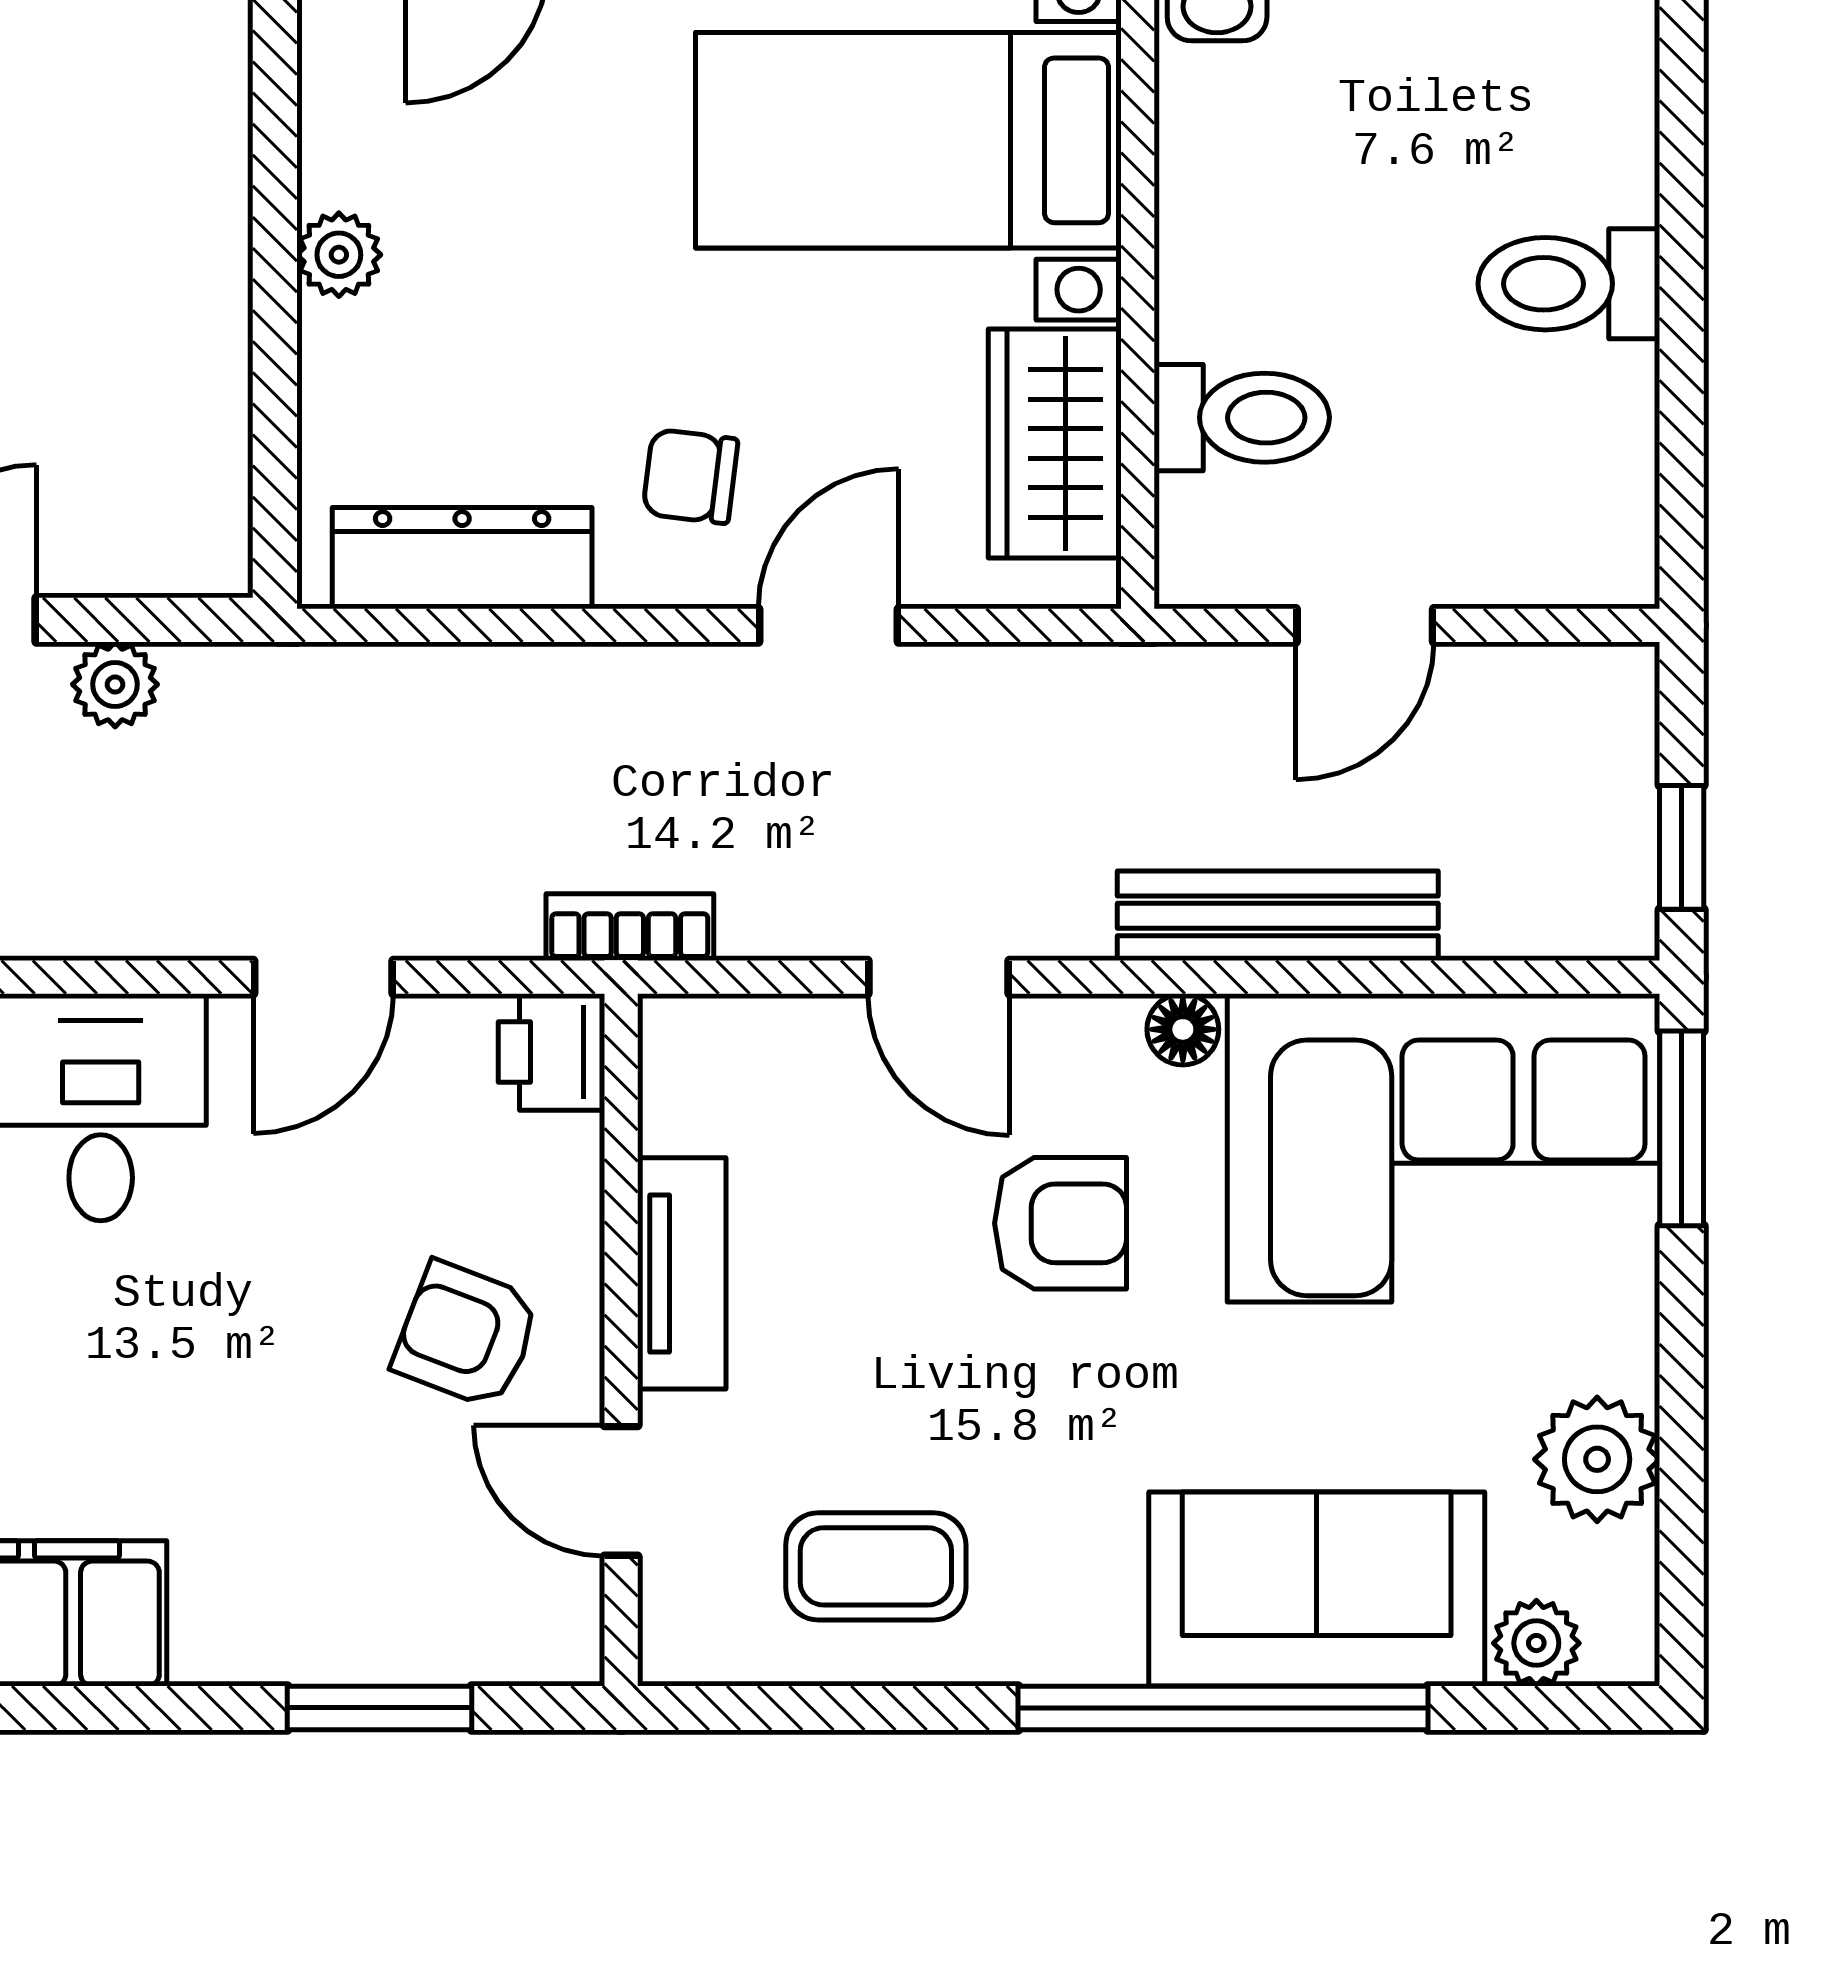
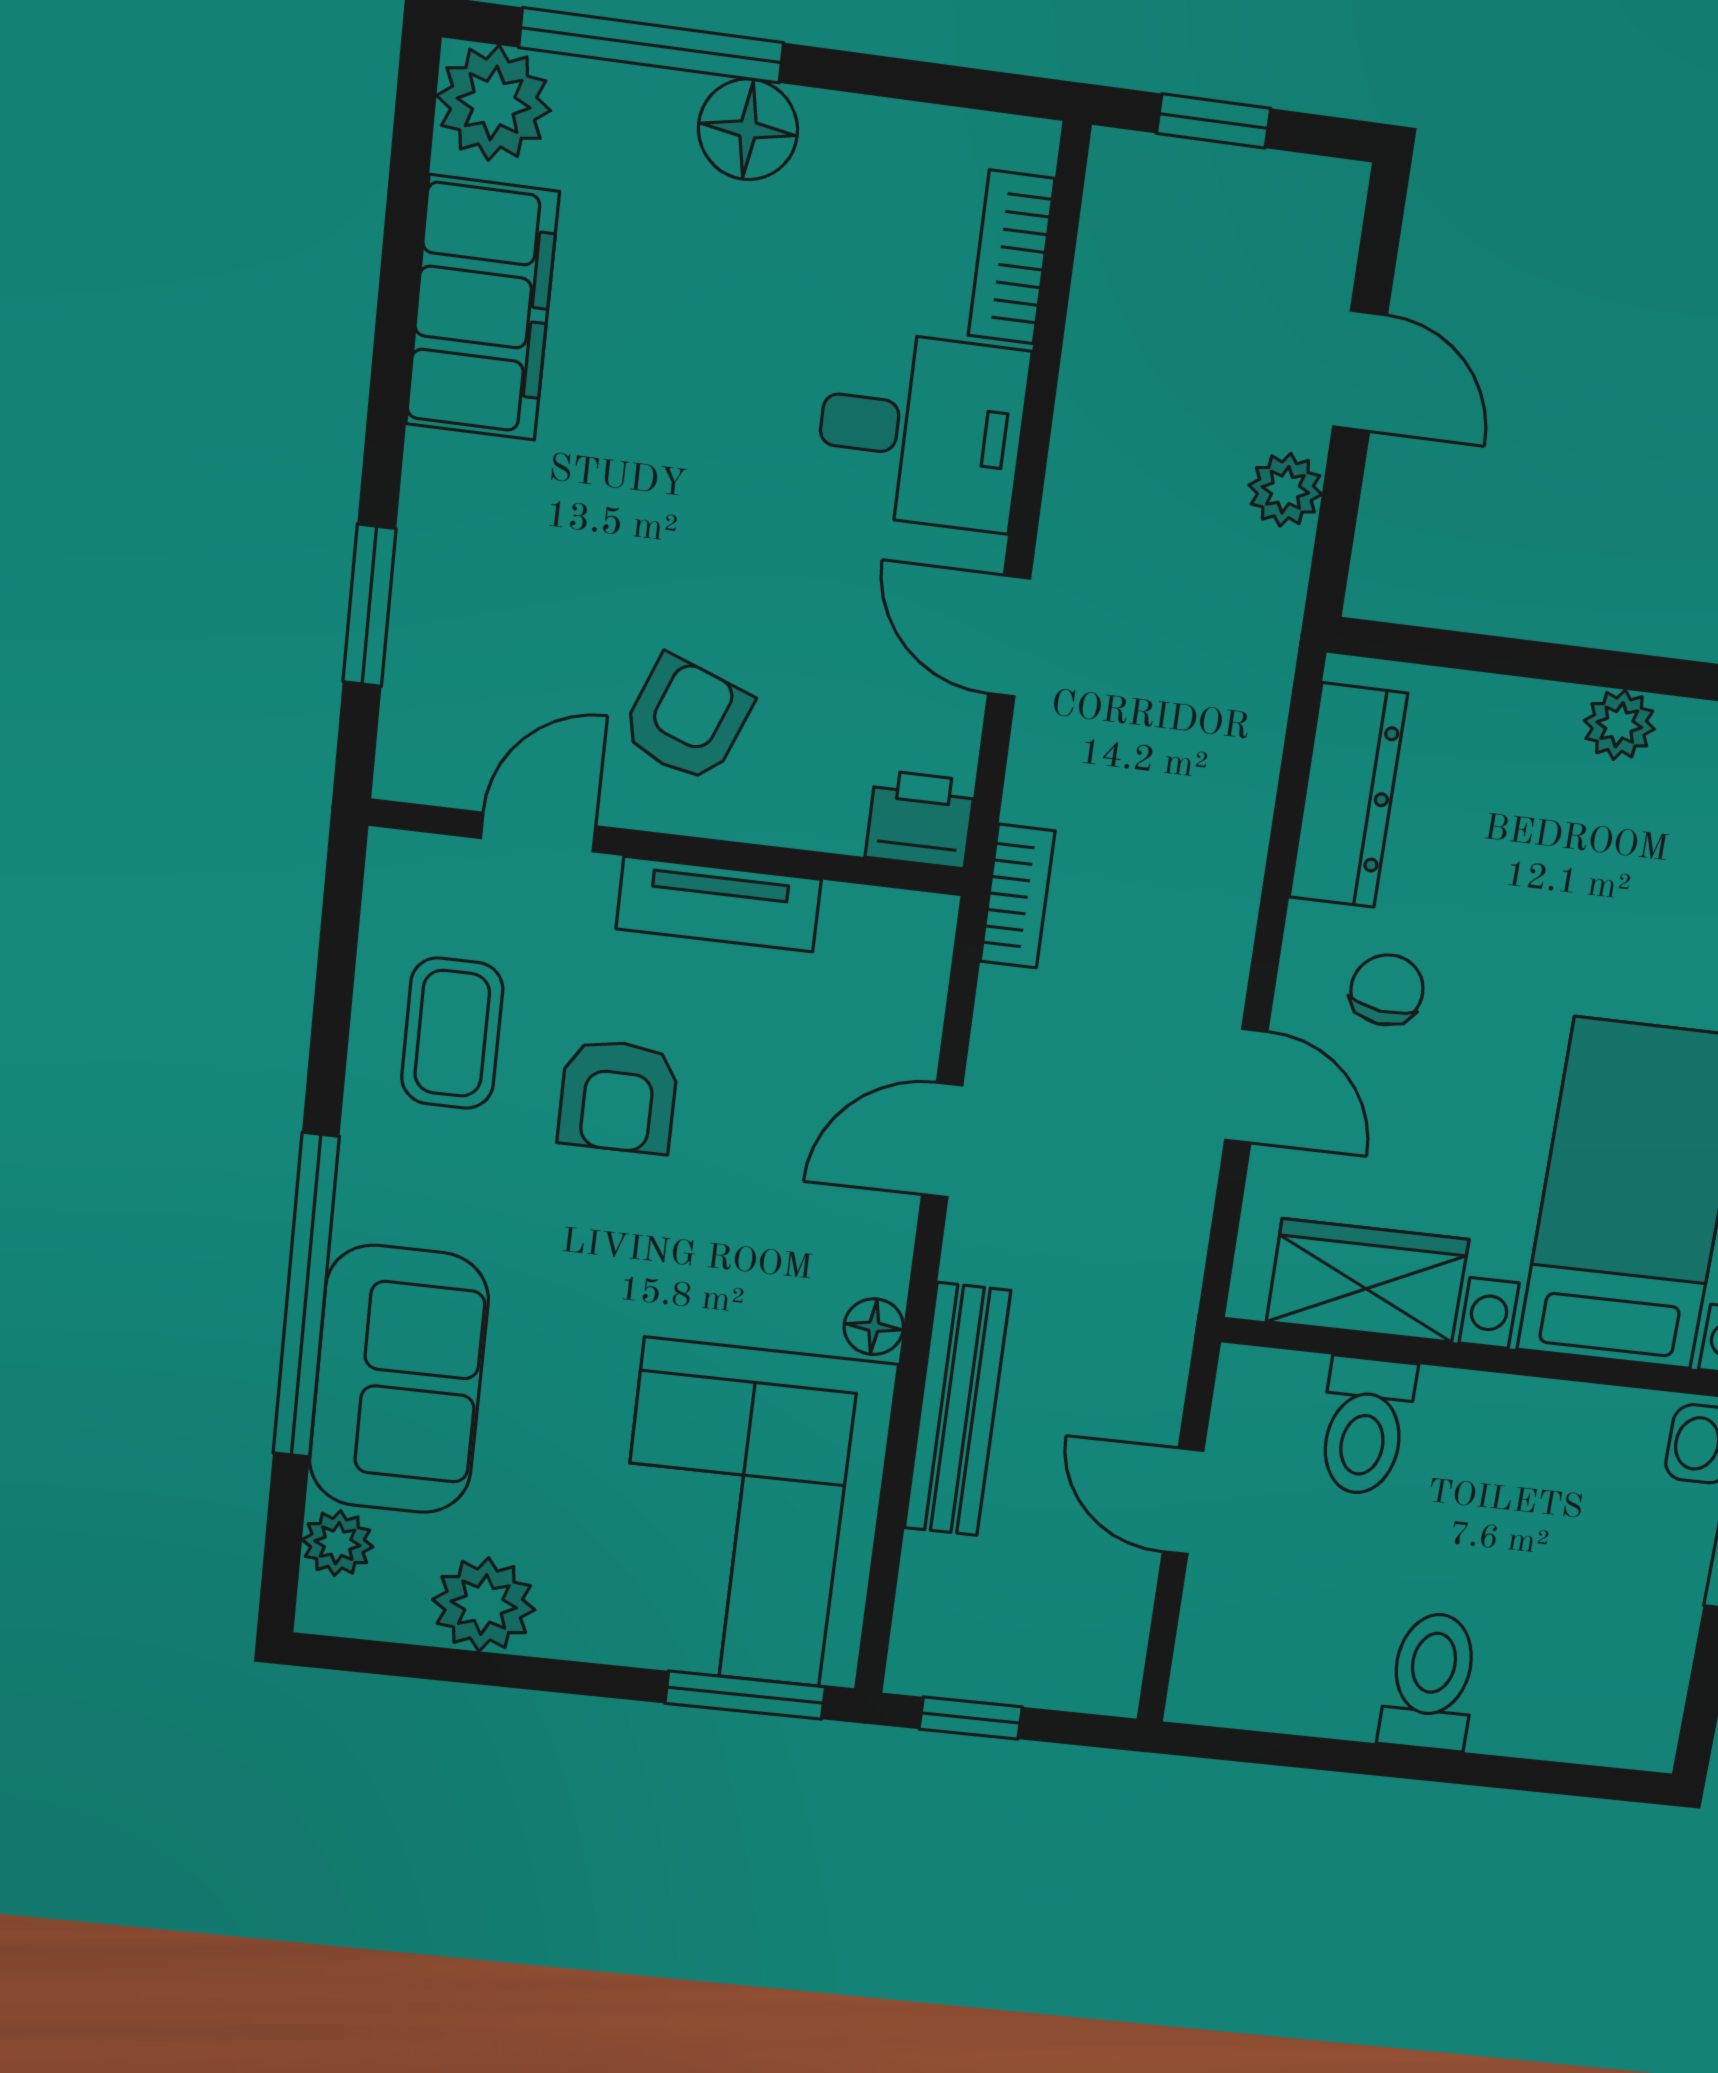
armchair: (1060, 1223) -> (618, 1096), moved

